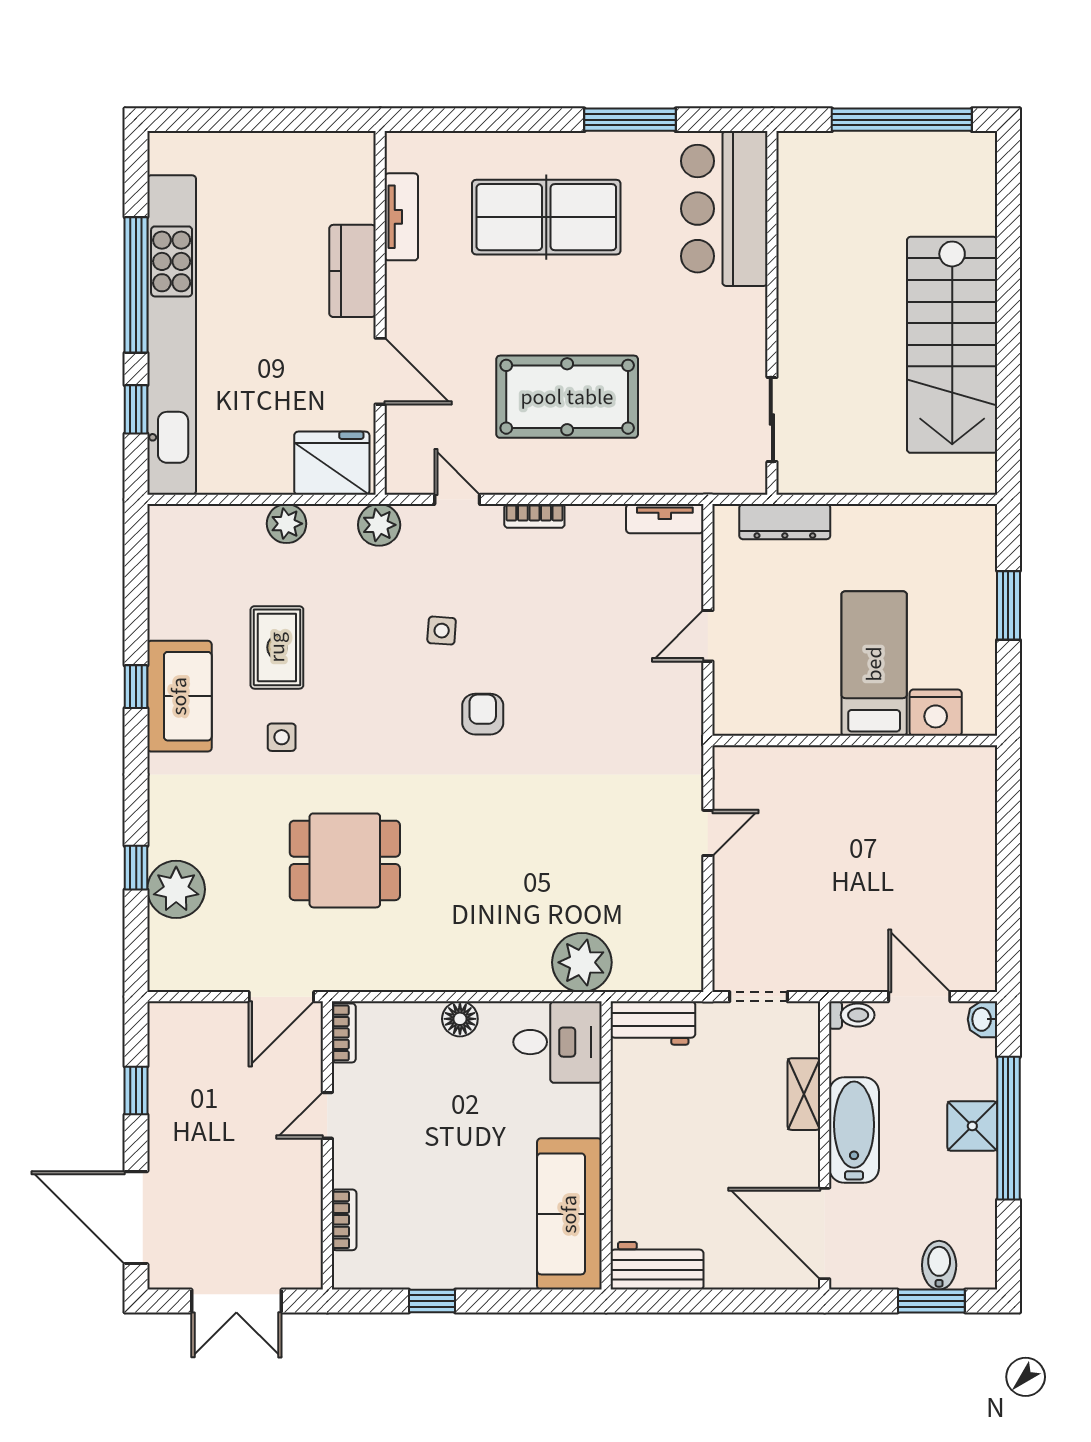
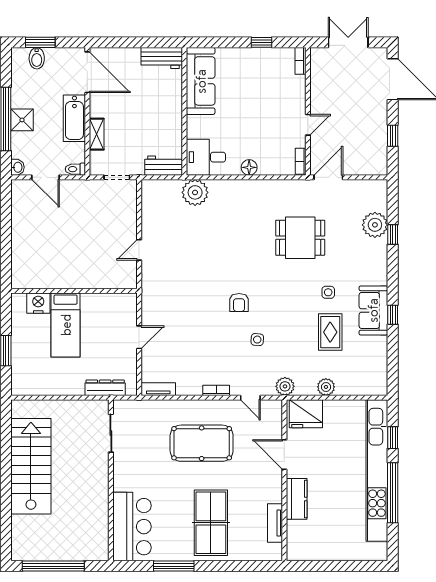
table tennis table: (546, 217) -> (211, 523), turned 90
bookcase: (344, 1220) -> (300, 61), moved

